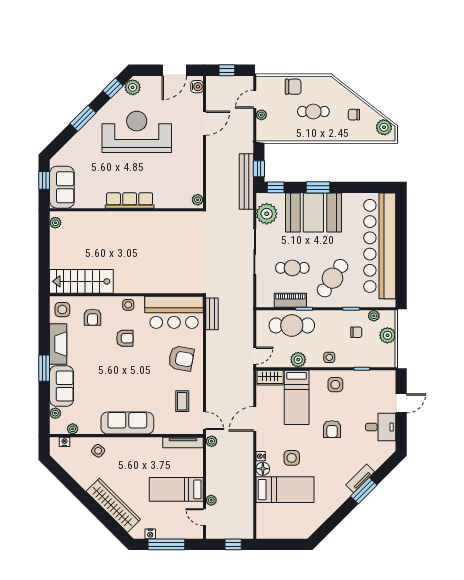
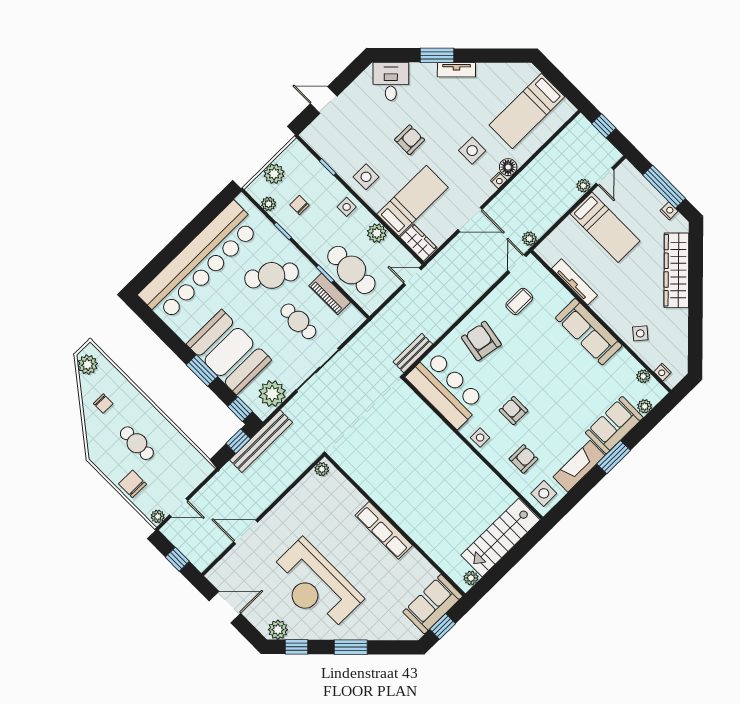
water cooler: (197, 87) -> (219, 572), removed
plant: (261, 115) -> (158, 516), moved
stairs: (81, 281) -> (500, 538), moved, turned 90
desk: (381, 427) -> (391, 81), moved, turned 45
tv unit: (183, 442) -> (574, 282), moved
tv unit: (360, 478) -> (456, 70), moved
bed: (285, 490) -> (527, 111), moved, turned -90

